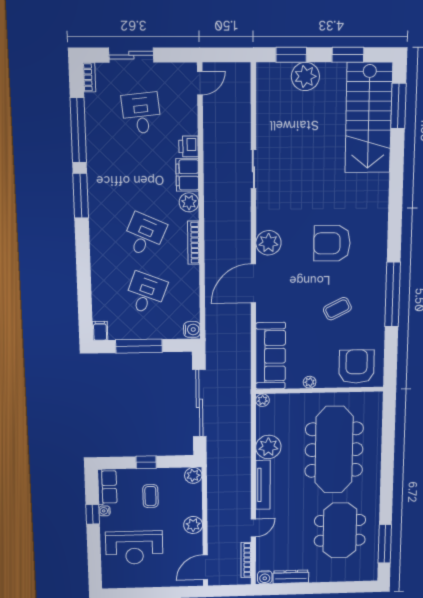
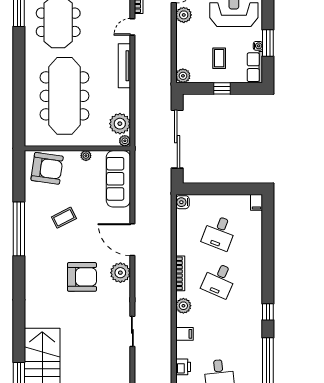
printer: (188, 146) -> (183, 367), moved
filing cabinet: (187, 175) -> (184, 334), width x0.50
window: (81, 196) -> (268, 312), width x0.46
armchair: (332, 243) -> (82, 277), moved
door: (253, 283) -> (132, 240), swing flipped
window: (139, 346) -> (226, 189), removed
armchair: (357, 367) -> (47, 168), turned -82
plant: (268, 447) -> (120, 124), moved
window: (93, 514) -> (268, 43), width x1.50
plant: (193, 525) -> (184, 15), moved

